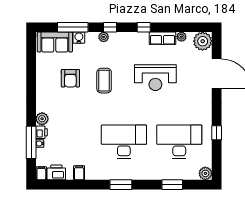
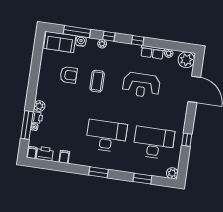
armchair: (70, 78) -> (69, 75), turned -90

